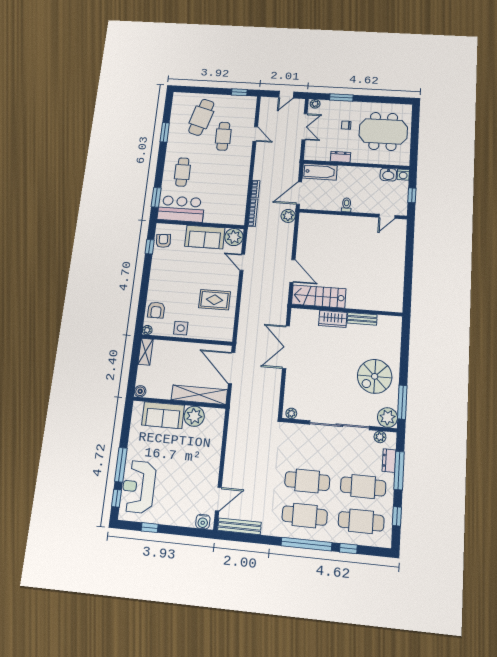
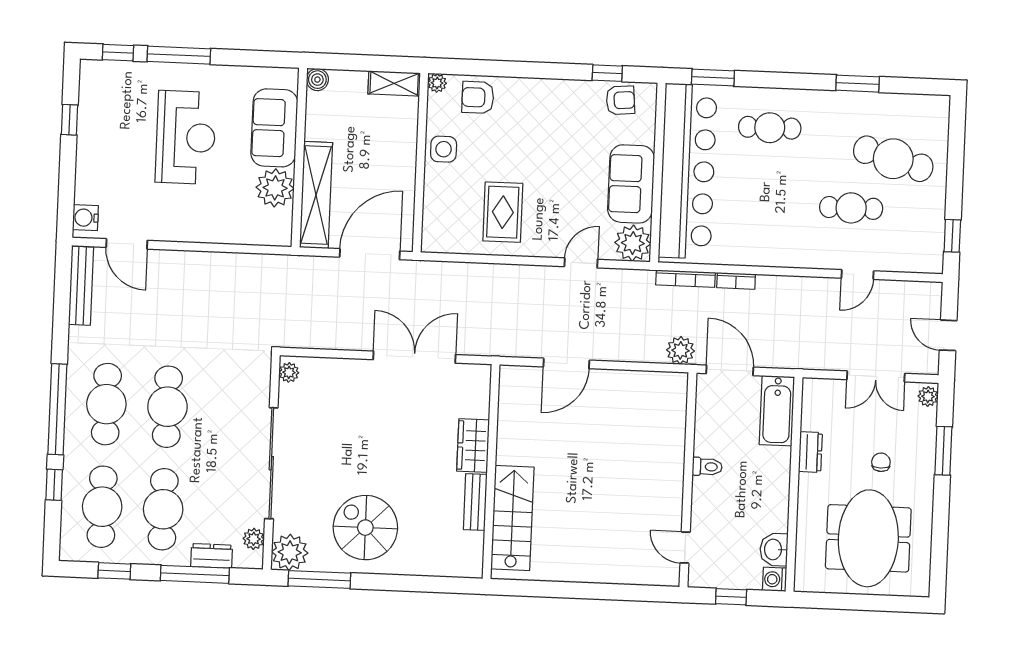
bar counter: (181, 209) -> (688, 171), width x1.86
stairs: (319, 296) -> (512, 518), moved
reception desk: (139, 487) -> (186, 137), moved, turned 90

